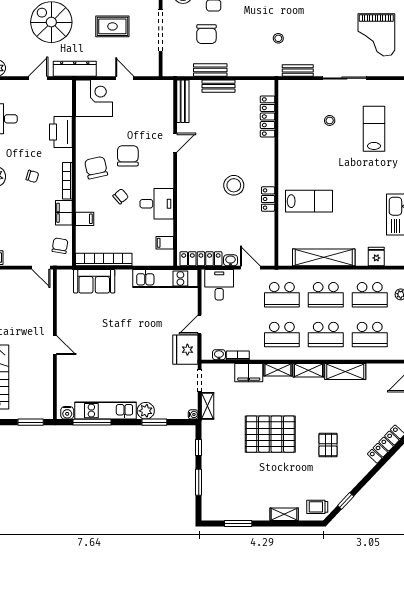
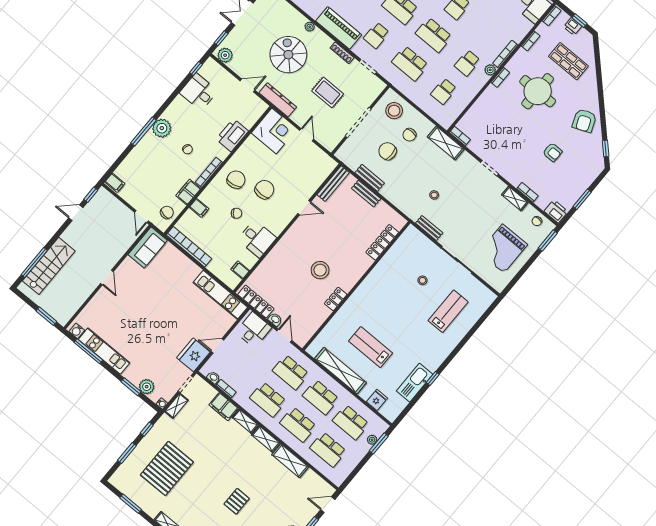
chair: (206, 34) -> (388, 151), turned 90
lab bench: (309, 201) -> (371, 347), moved, turned 180
sofa: (94, 281) -> (148, 248), moved, turned -90
plant: (146, 411) -> (147, 387), moved
pallet: (270, 434) -> (167, 468), moved, turned 90

